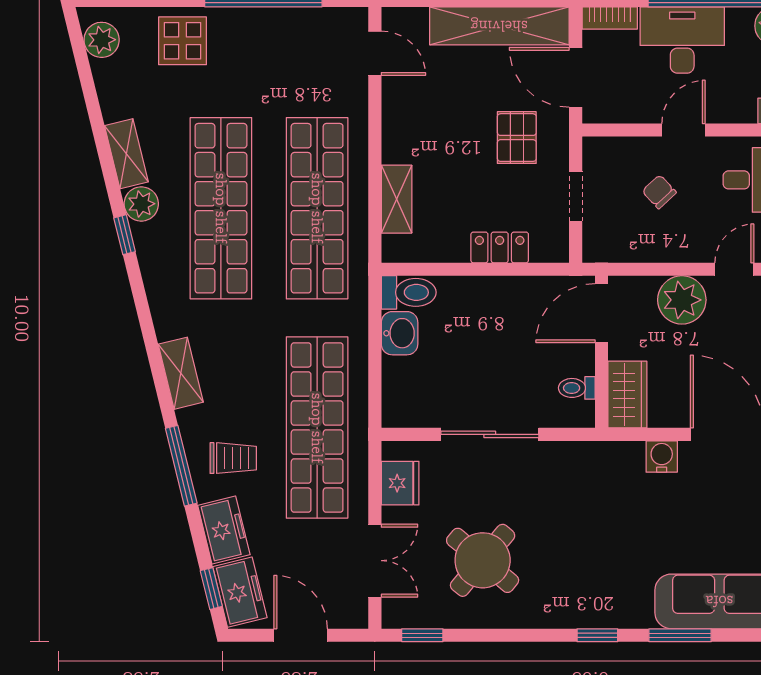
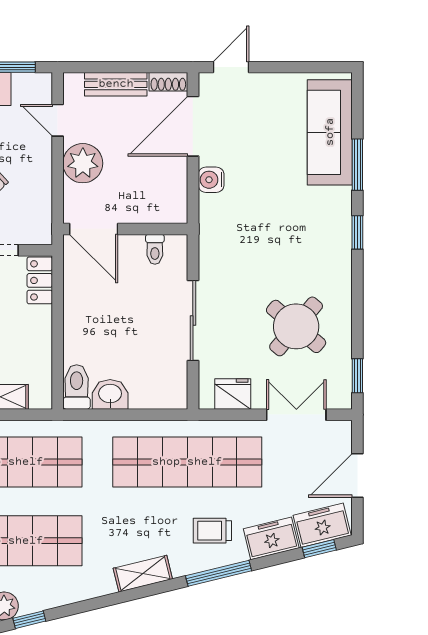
locker: (500, 247) -> (40, 280), moved
wardrobe: (627, 395) -> (160, 208), removed
trolley: (233, 458) -> (212, 531), turned -90

